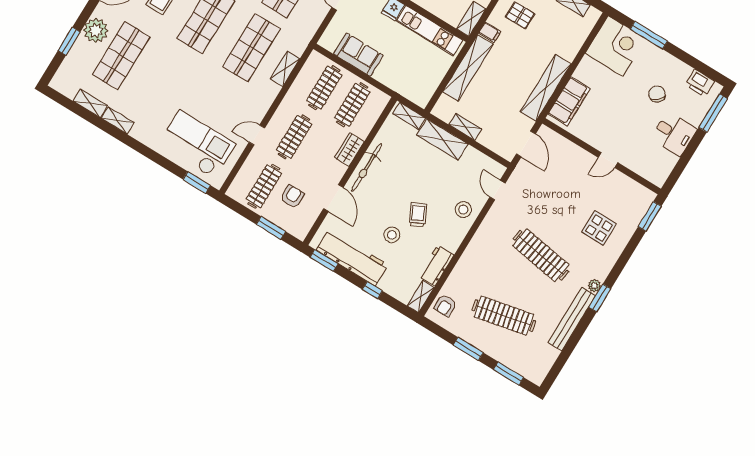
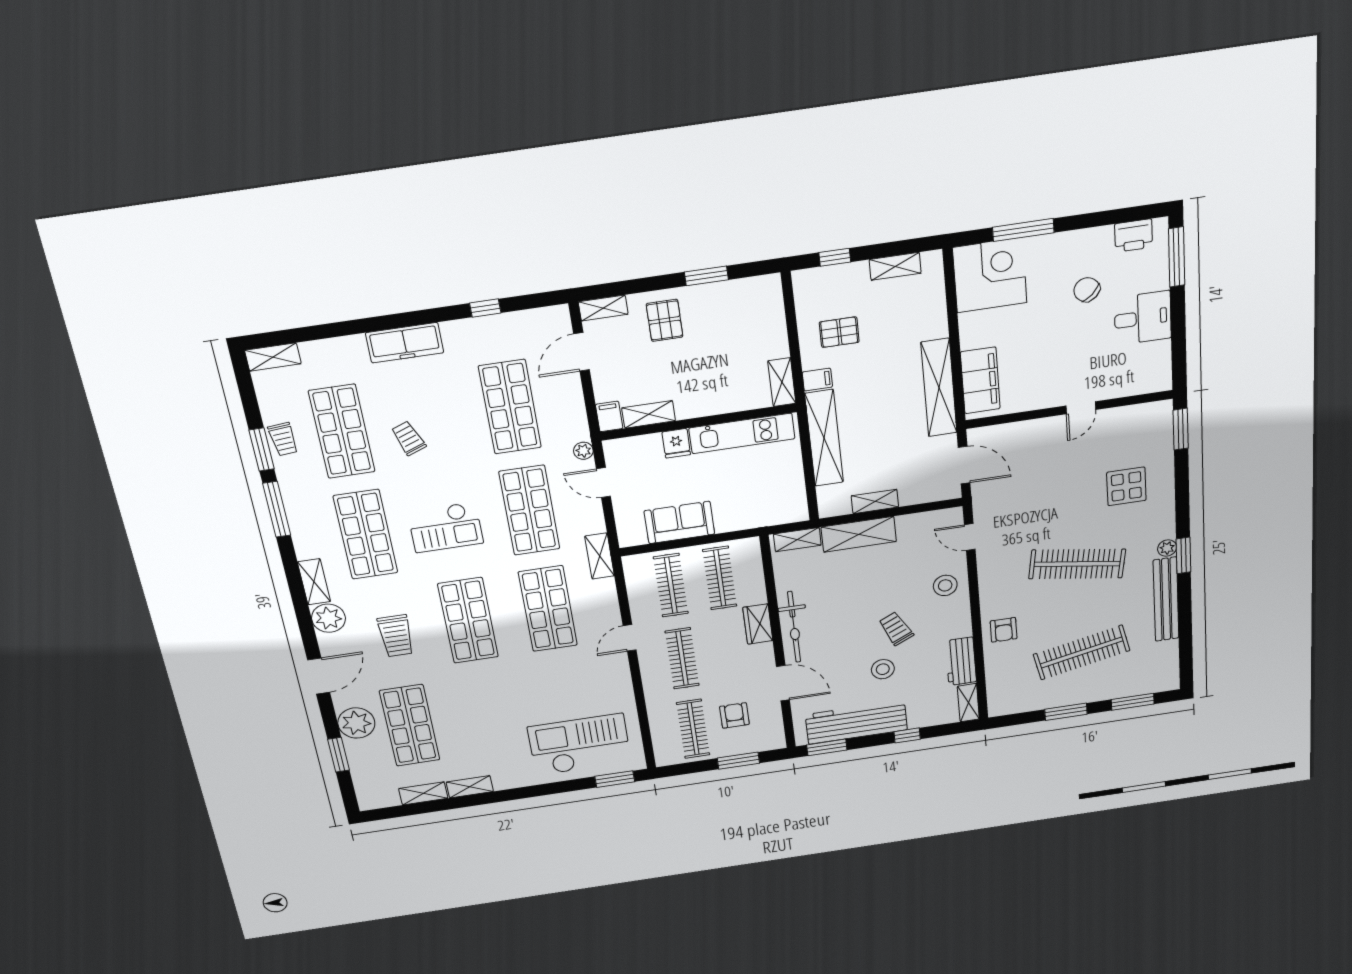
shelving: (285, 69) -> (600, 556), moved
door: (257, 135) -> (630, 638), moved
armchair: (445, 306) -> (1004, 630), moved

